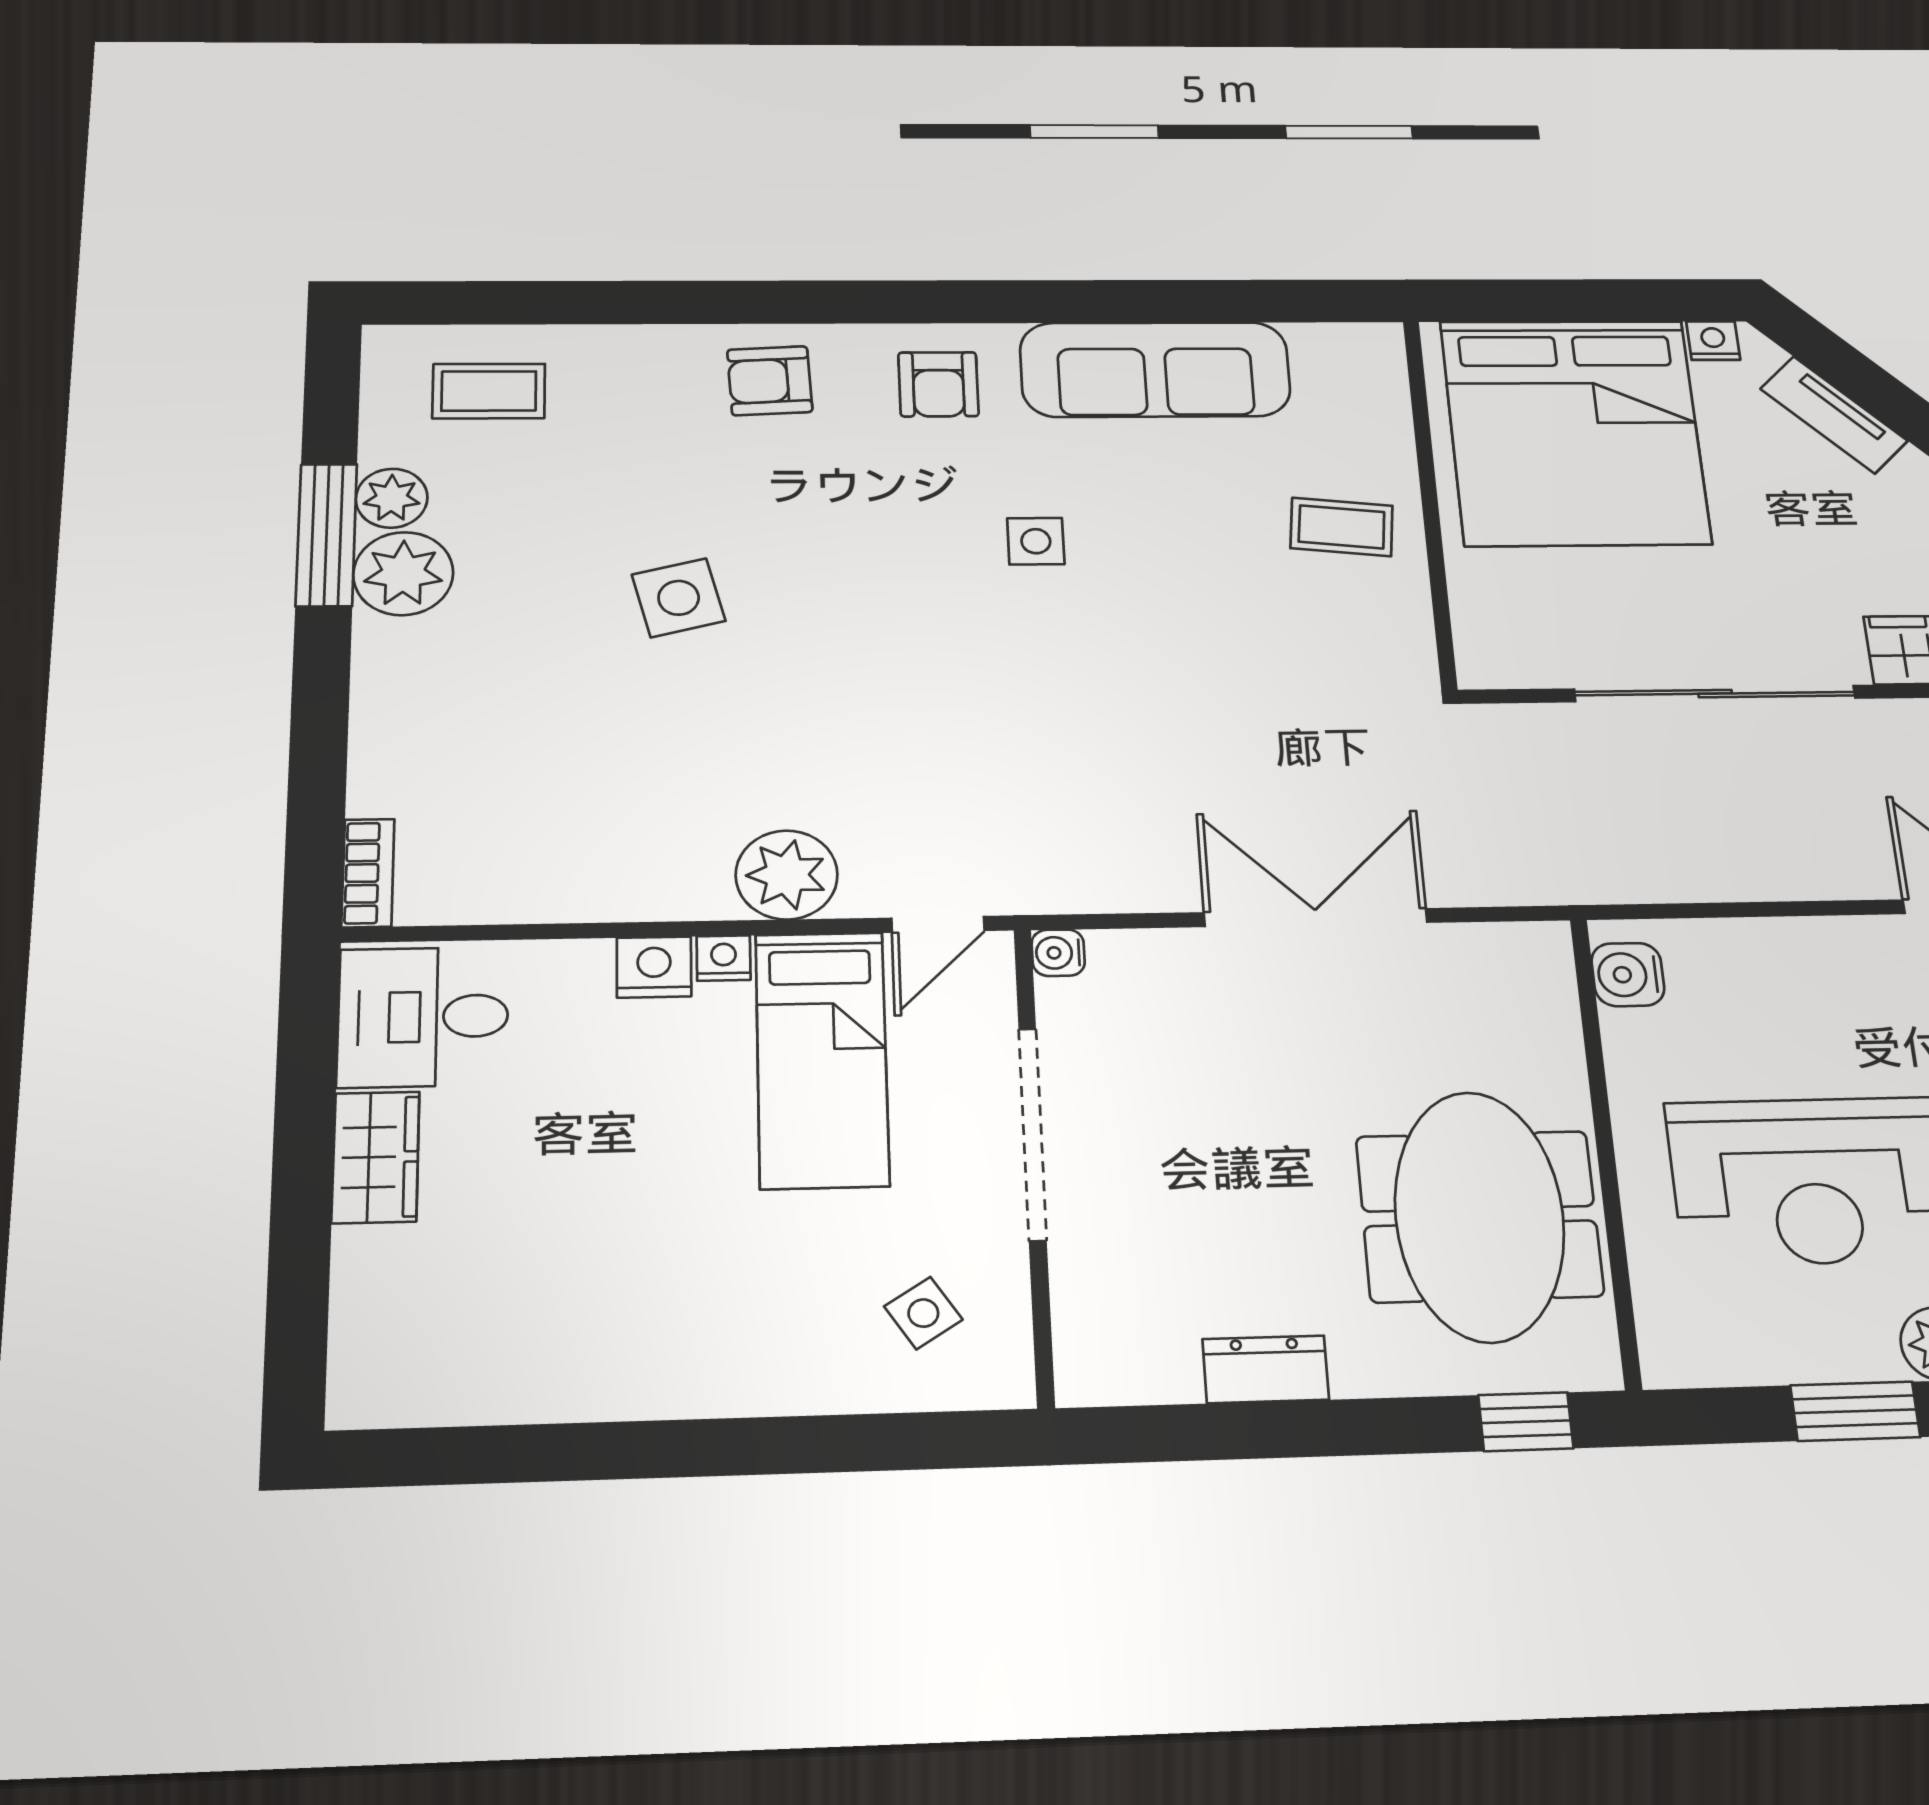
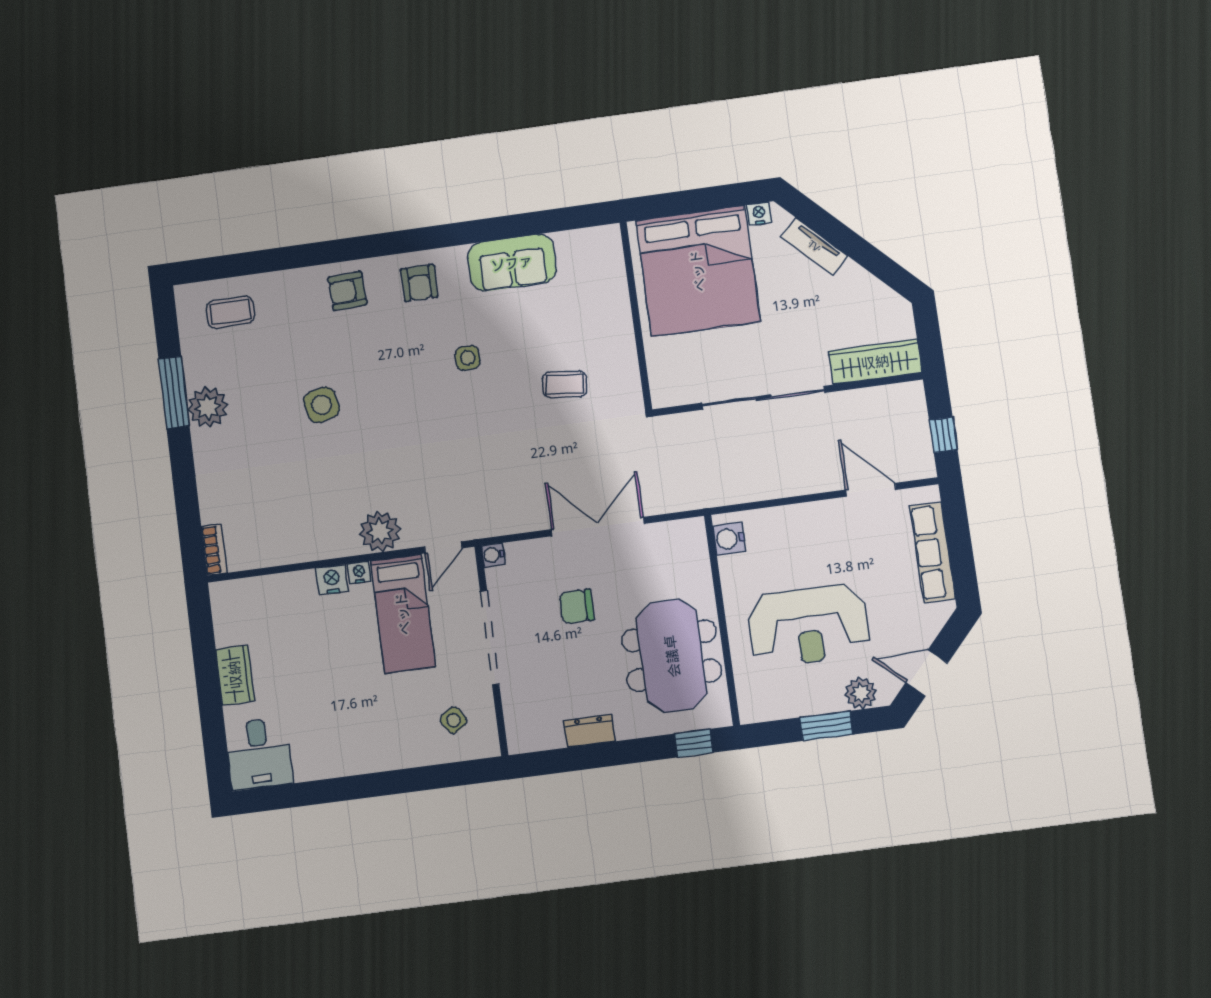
sofa: (1155, 369) -> (512, 263), width x0.73
plant: (392, 498) -> (198, 371), removed
coffee table: (1342, 527) -> (565, 384), moved
desk: (423, 1017) -> (259, 754), moved, turned -90
chair: (1253, 1085) -> (577, 606), added

